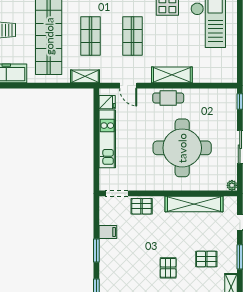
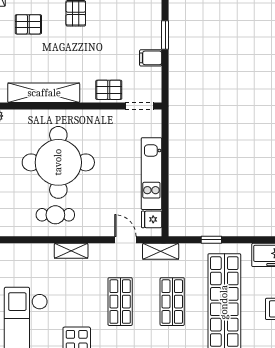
shelving: (172, 75) -> (71, 251), width x0.67, depth x0.75
shelving: (85, 76) -> (161, 251), moved
window: (59, 86) -> (211, 240), added
cafe table: (168, 98) -> (55, 215), moved

